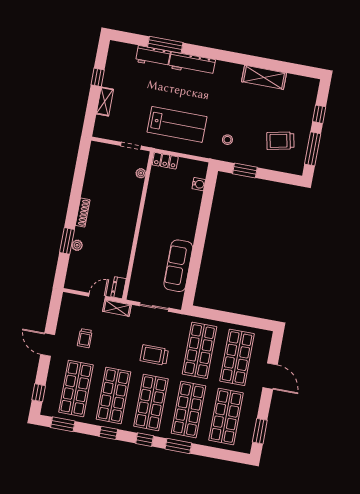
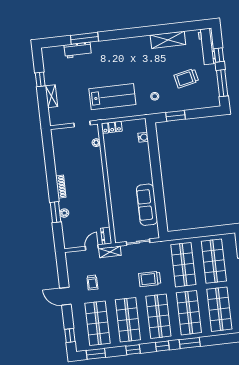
workbench: (192, 64) -> (207, 47), moved, turned 90
trolley: (280, 141) -> (186, 78), moved

